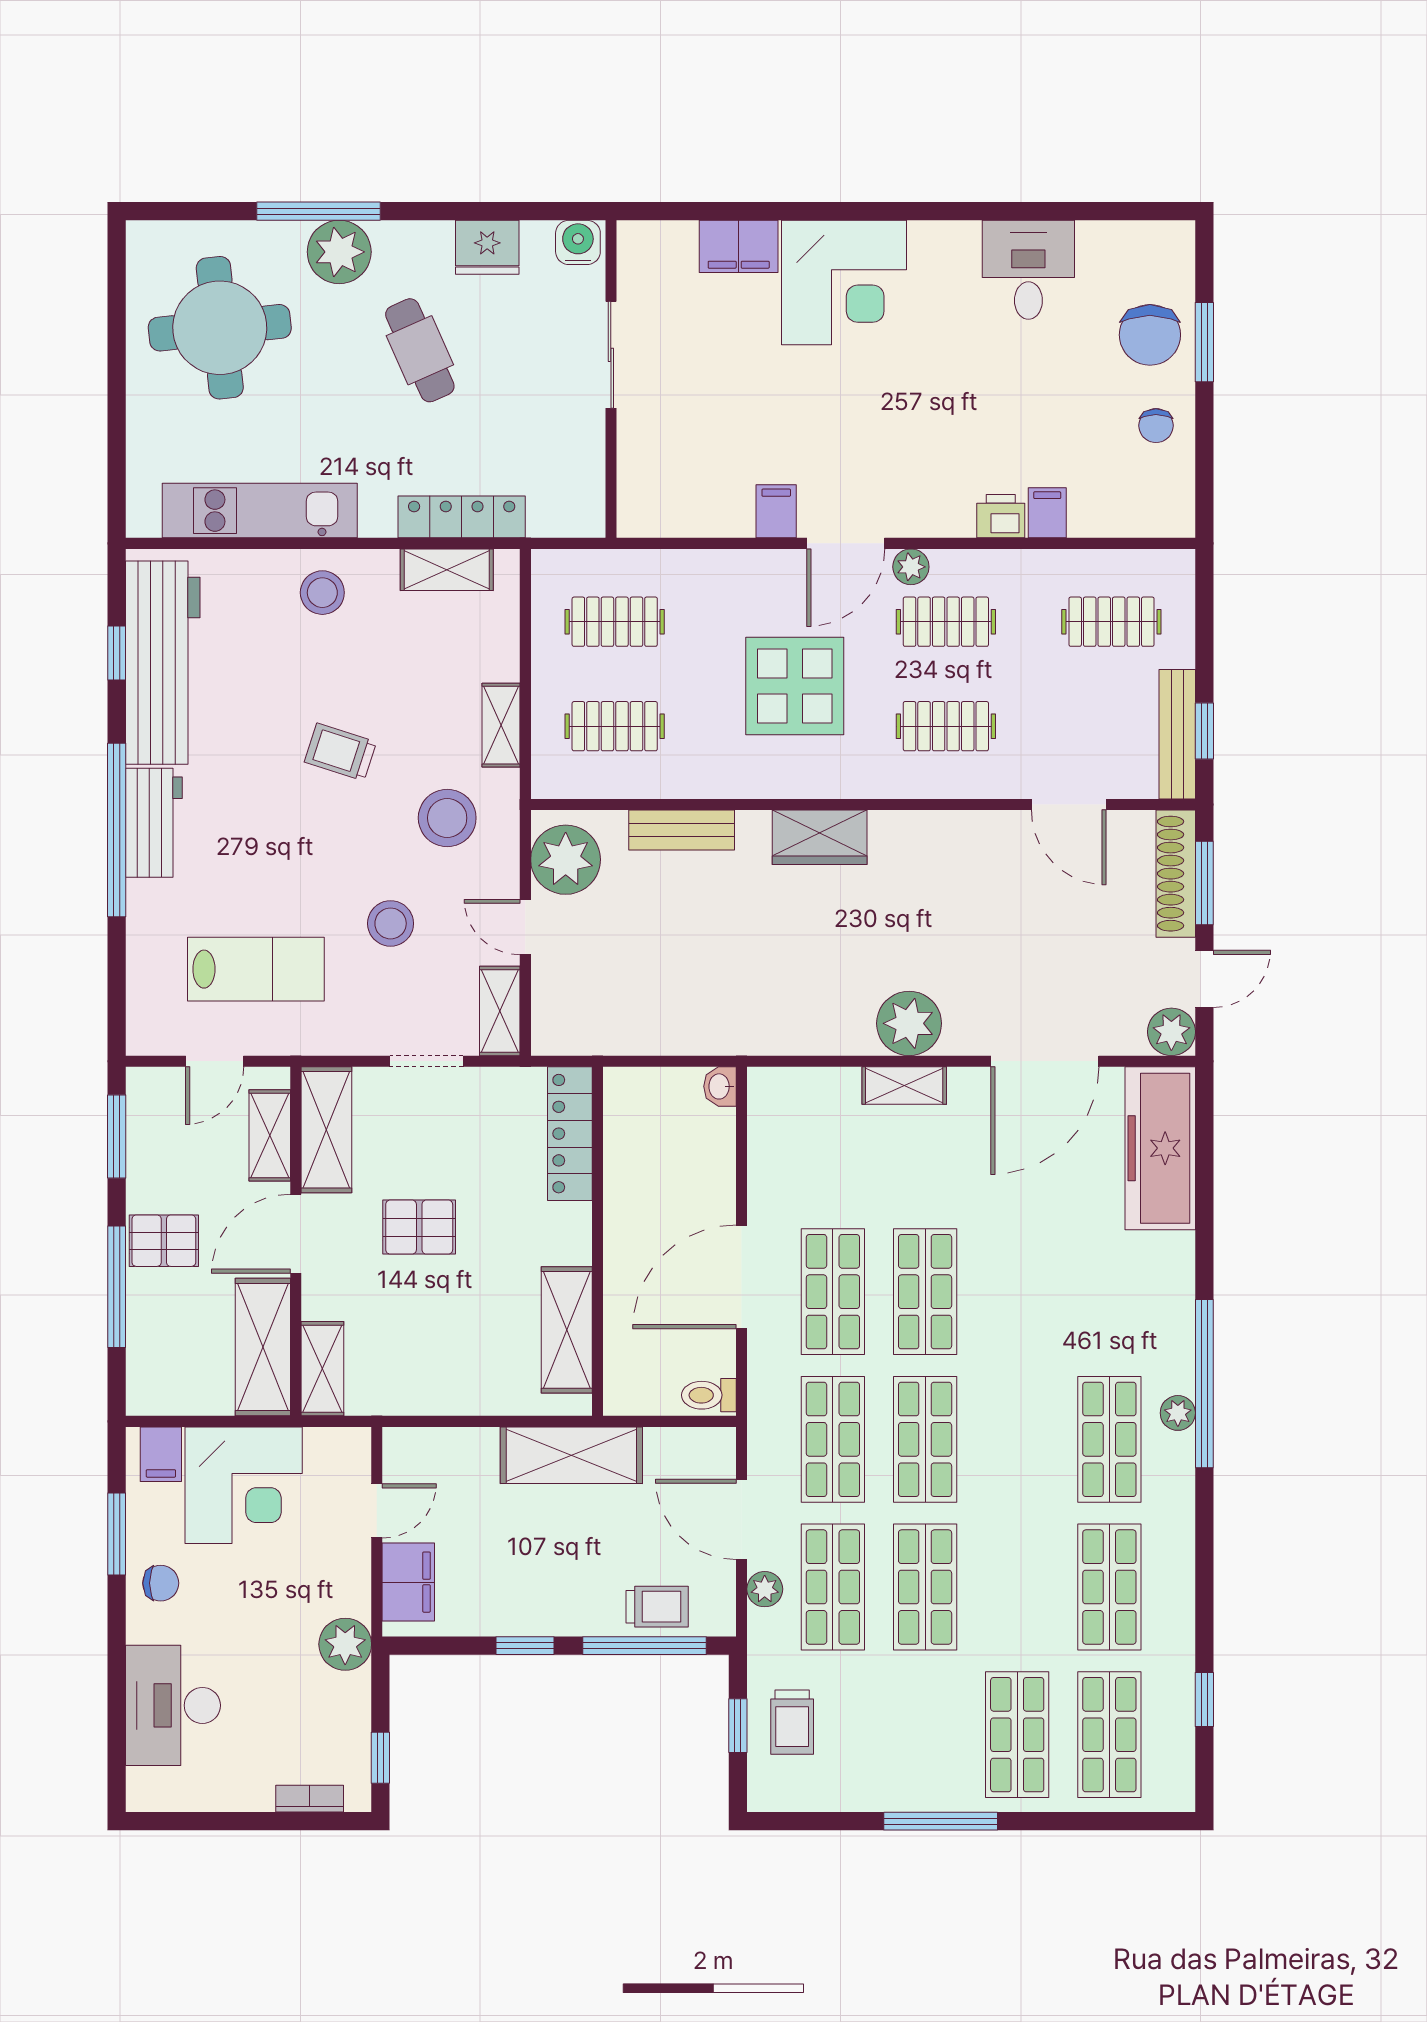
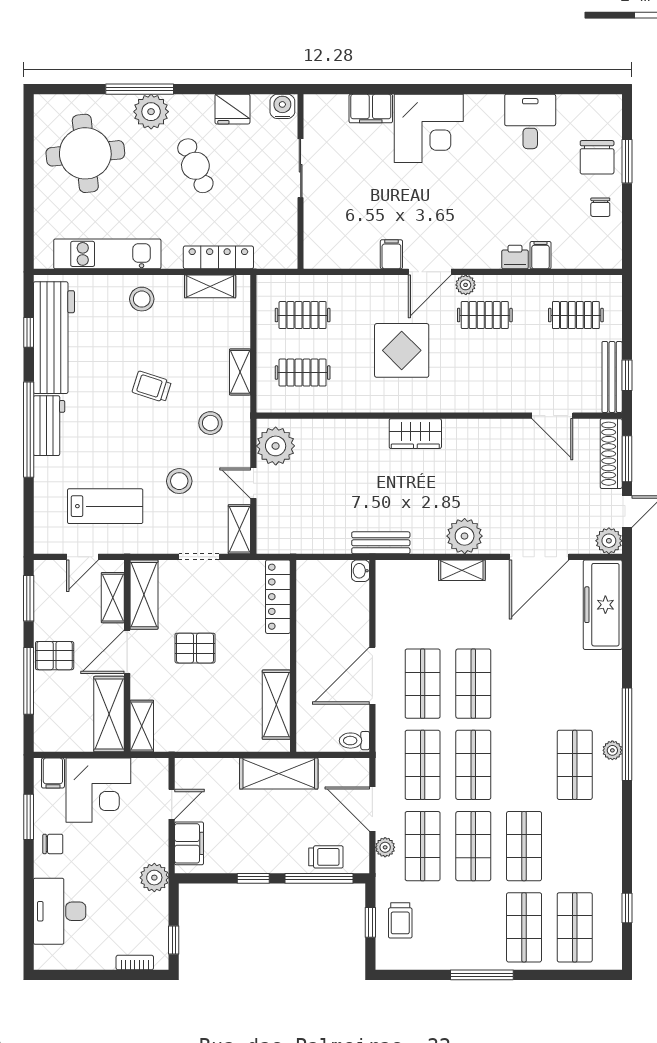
clothes rail: (946, 726) -> (485, 373), removed
stool: (447, 818) -> (210, 423), width x0.73, depth x0.73
bench: (682, 830) -> (381, 543), moved
shop shelf: (1109, 1587) -> (524, 846), moved

